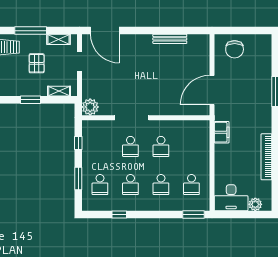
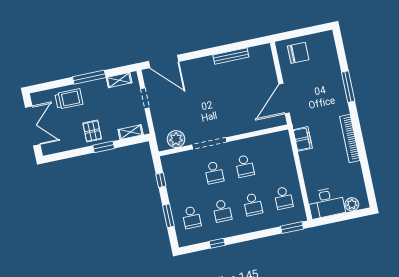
chair: (235, 49) -> (298, 53), turned -90
pallet: (37, 63) -> (92, 131), moved
plant: (90, 107) -> (176, 139), moved
bookcase: (266, 157) -> (350, 138), moved

